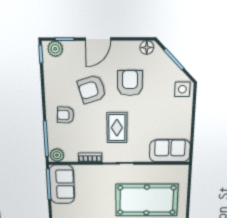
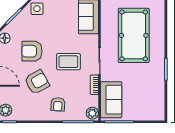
armchair: (92, 89) -> (37, 82), turned -102
sofa: (62, 184) -> (111, 100), moved, turned 90

